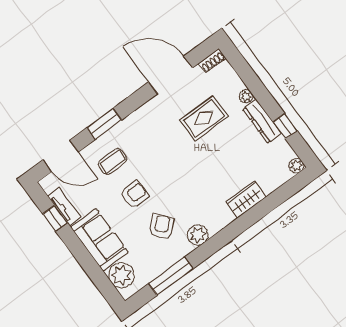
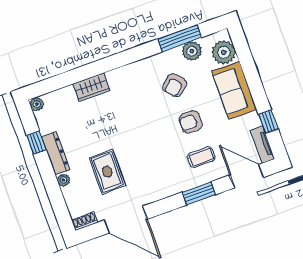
rug: (204, 118) -> (107, 172), turned 90
tv unit: (64, 207) -> (262, 145), moved
plant: (198, 235) -> (192, 51), moved

